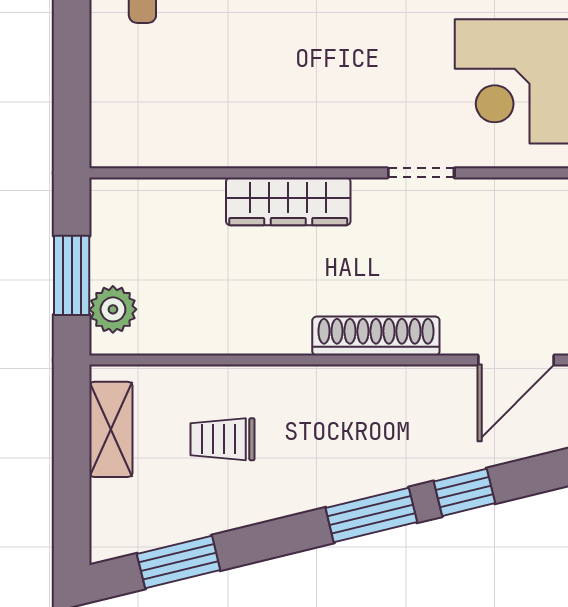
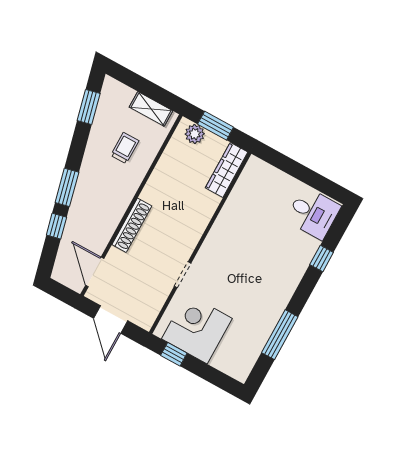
wardrobe: (288, 201) -> (227, 170), moved

